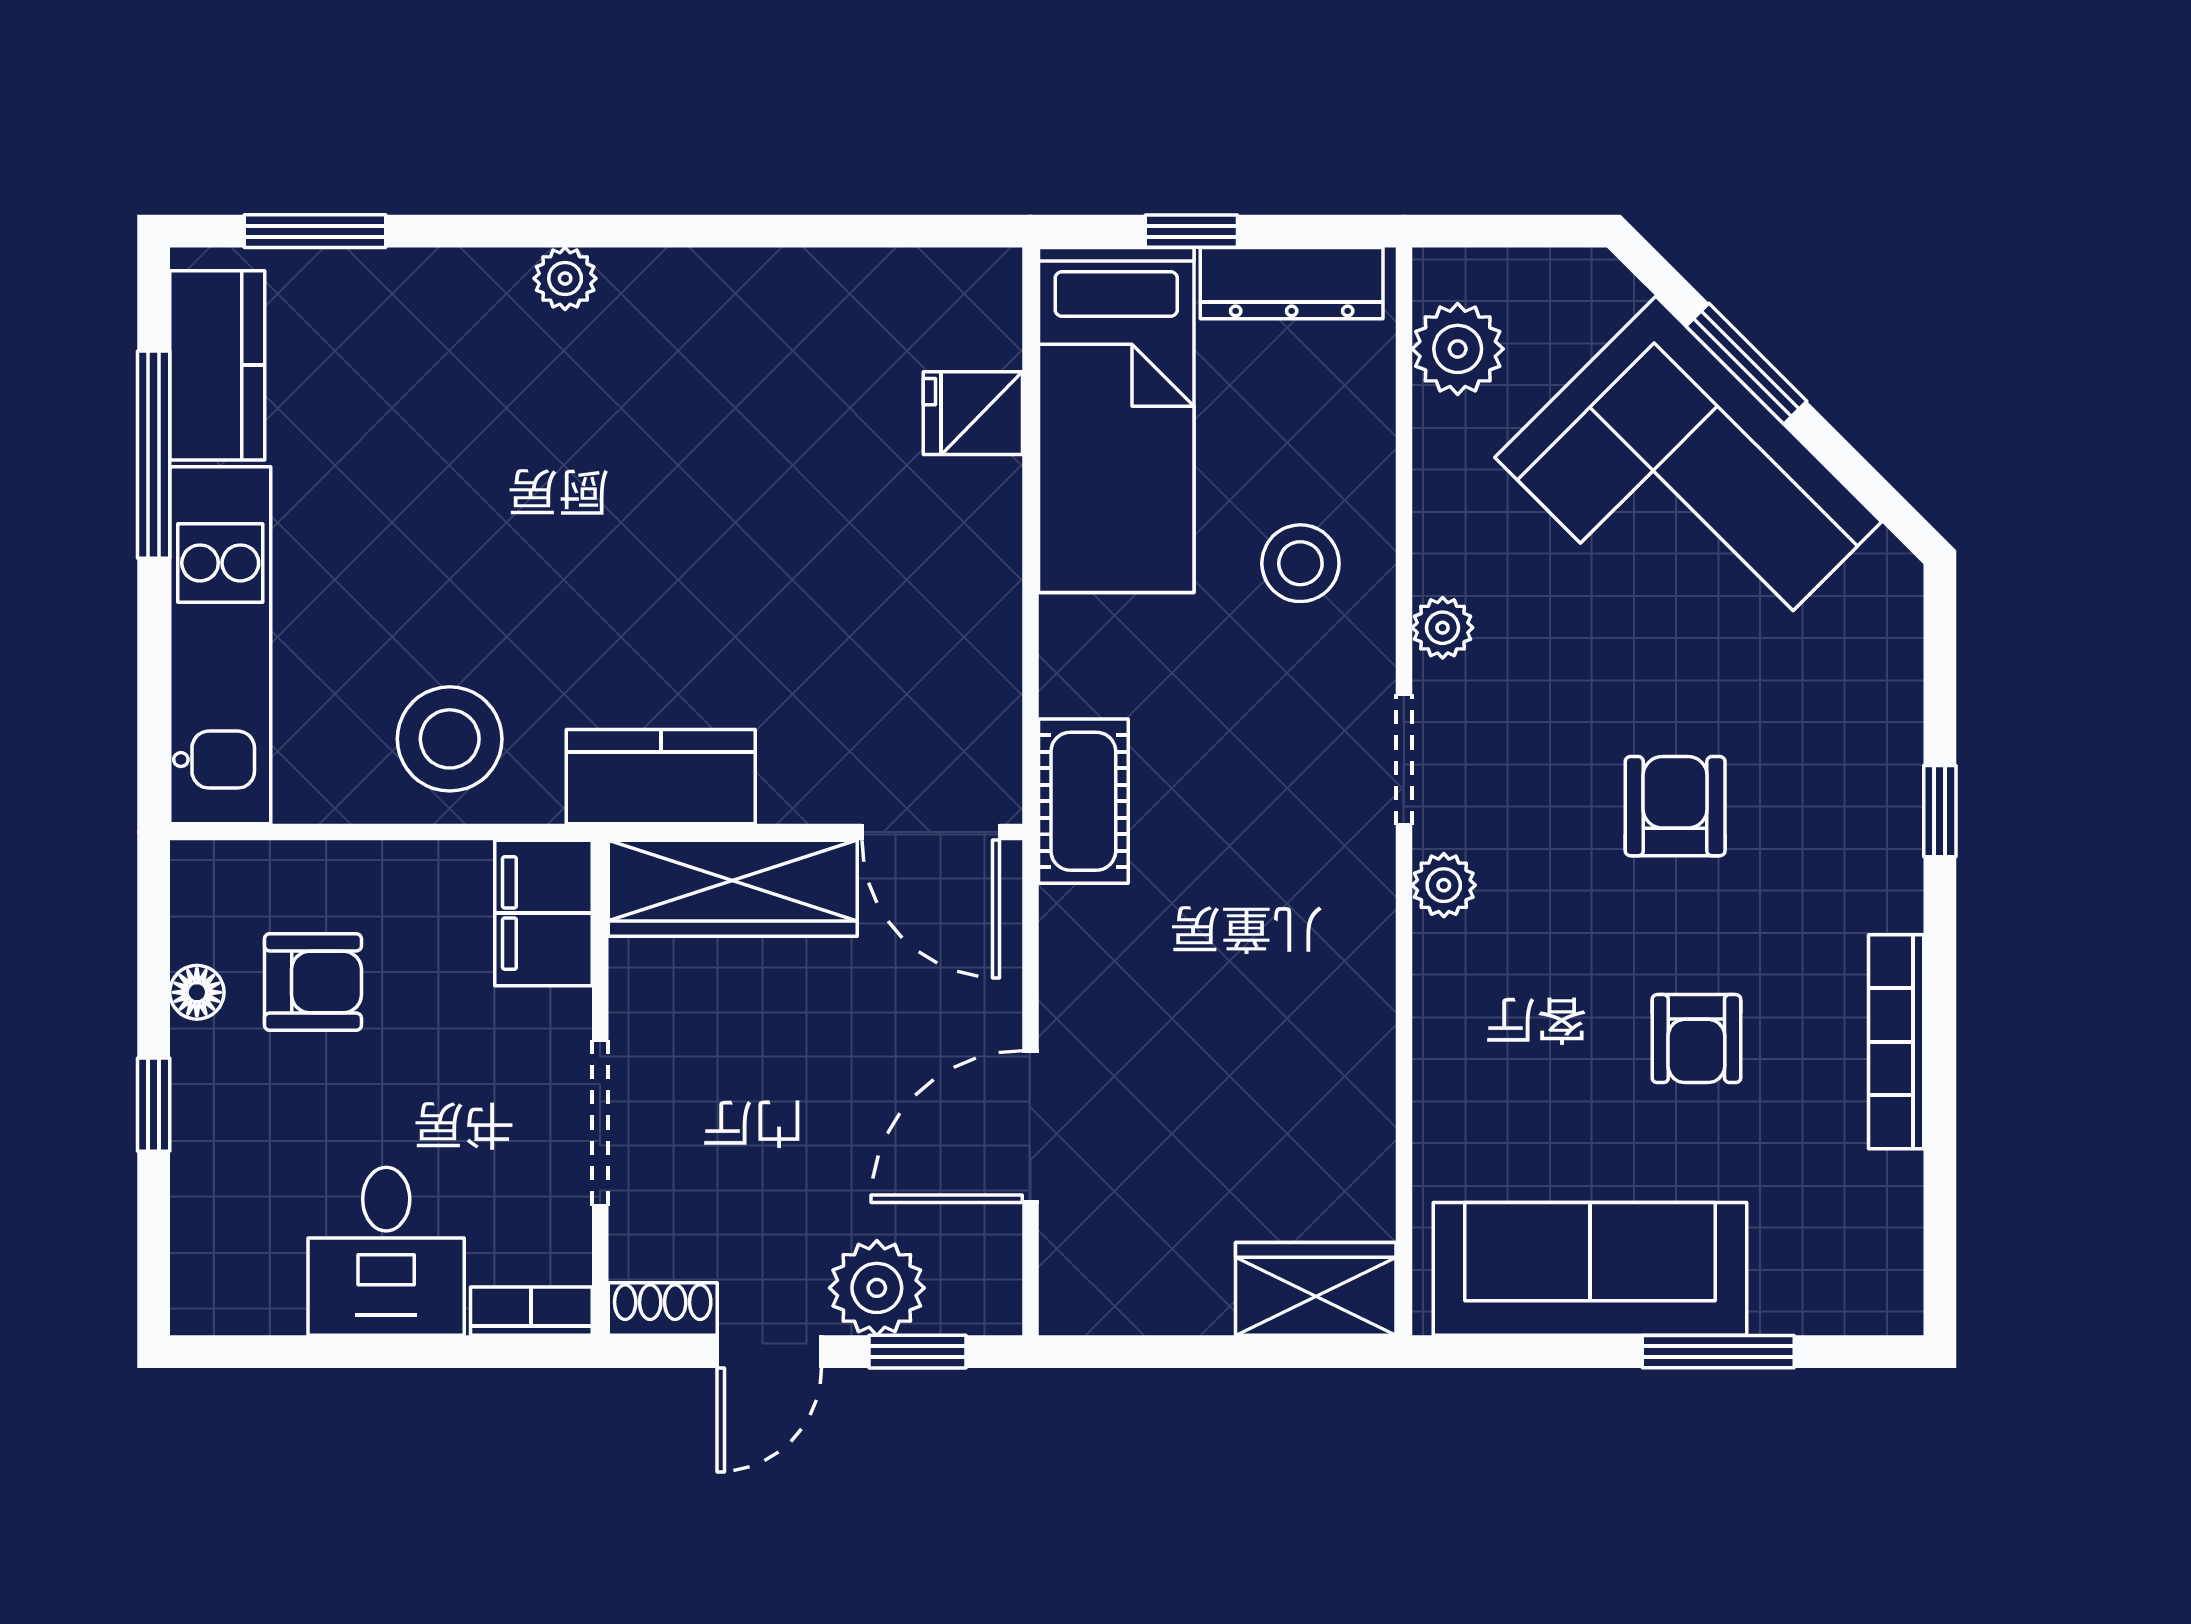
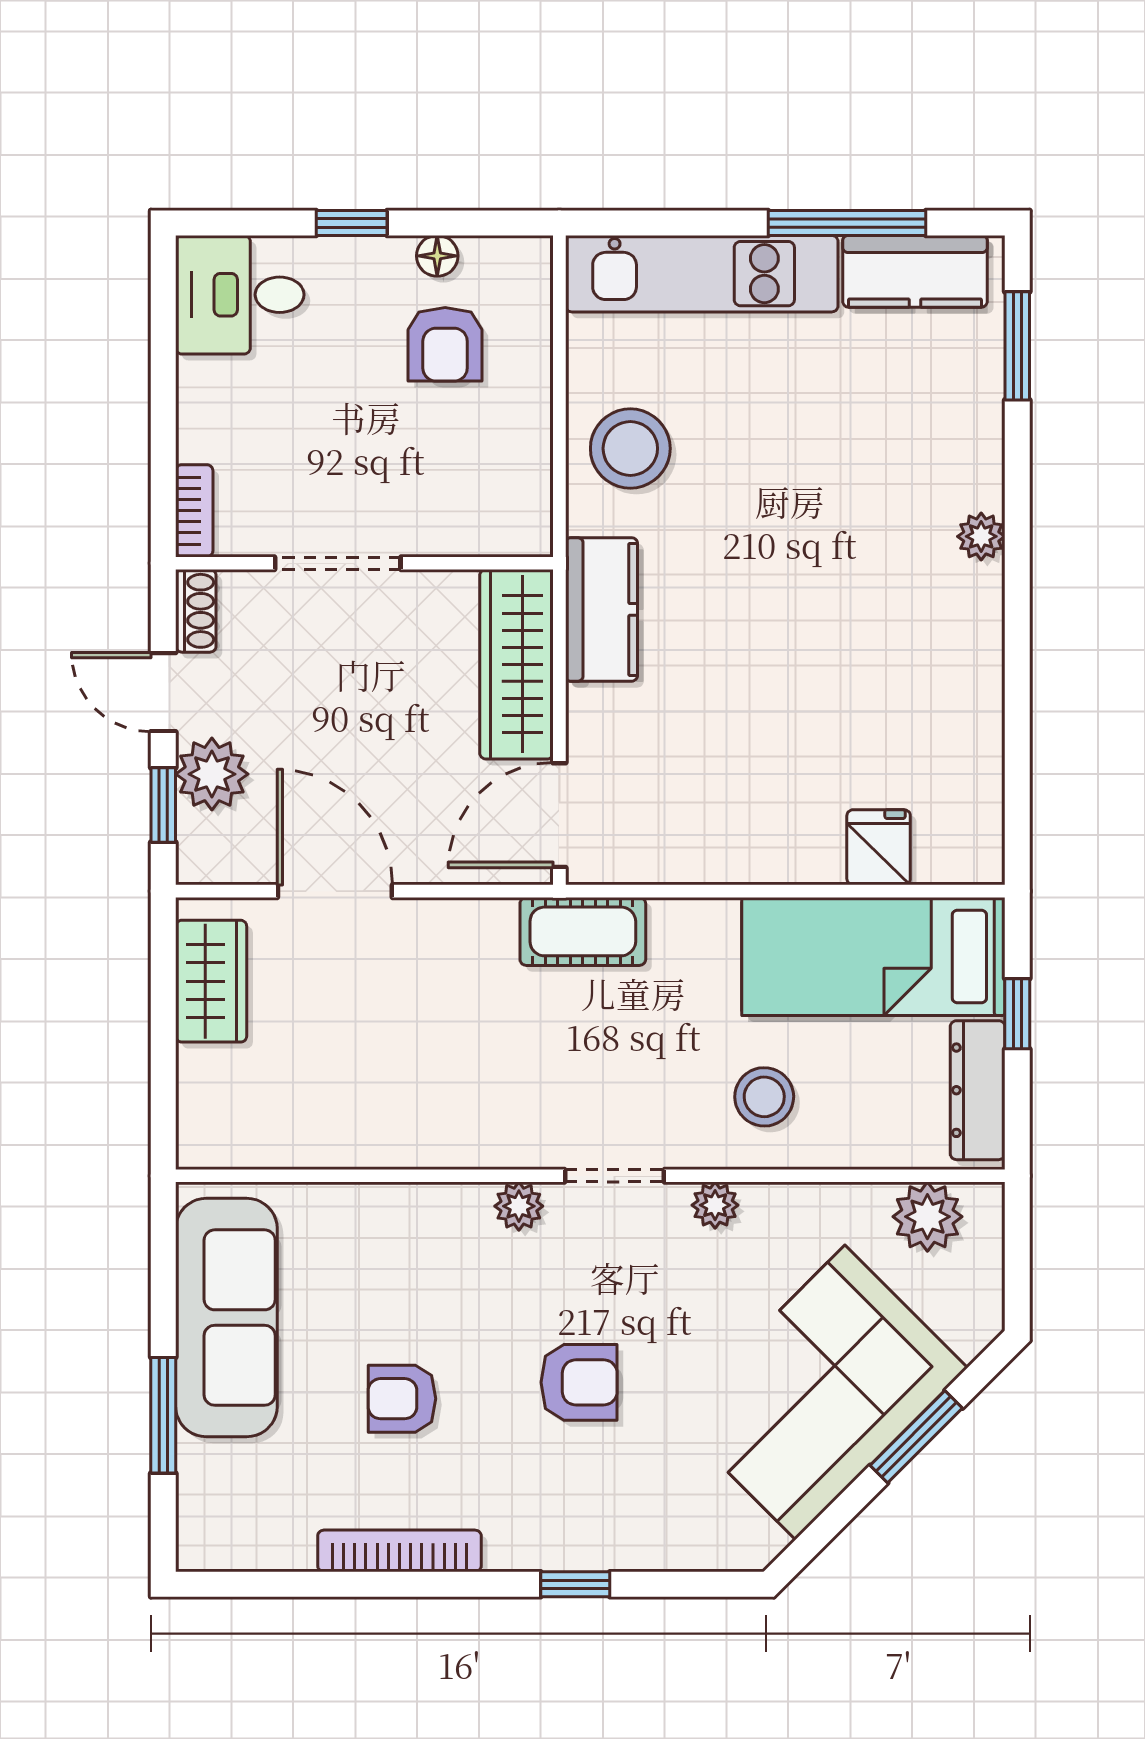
filing cabinet: (543, 913) -> (498, 520), removed
desk: (386, 1251) -> (240, 295), moved
wardrobe: (1316, 1289) -> (211, 981), moved

